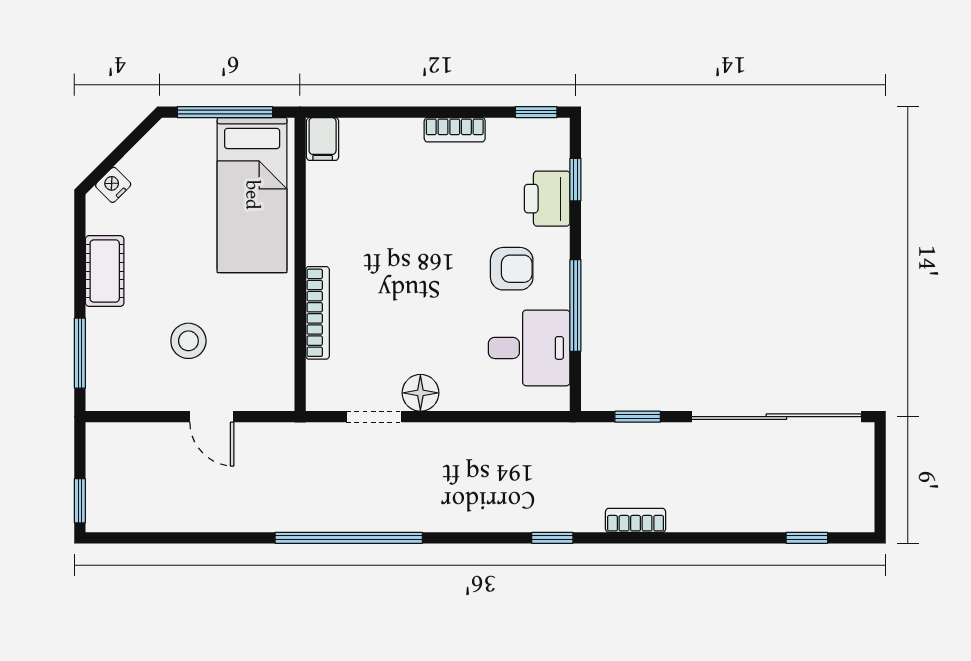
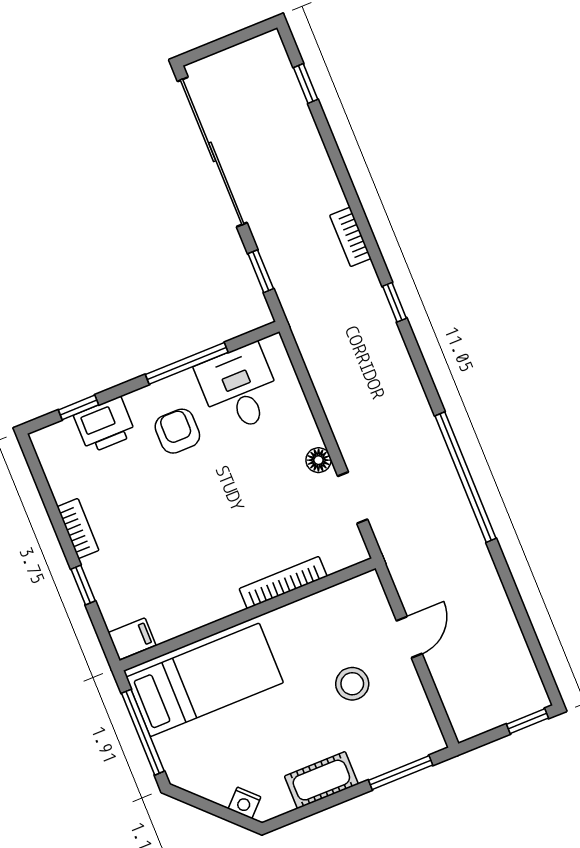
window: (536, 112) -> (83, 585), moved
floor lamp: (420, 393) -> (318, 460), width x0.73, depth x0.73

